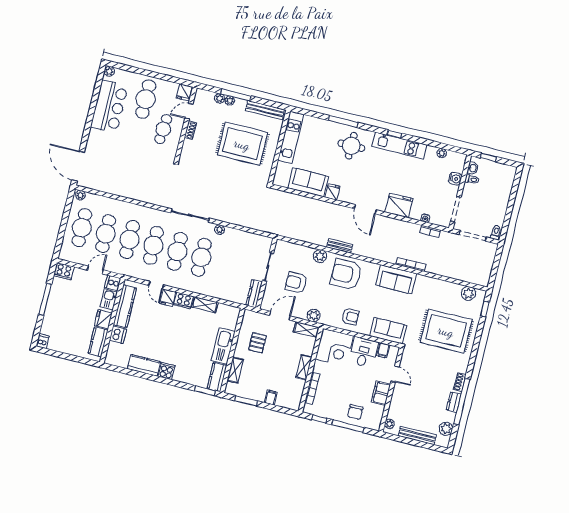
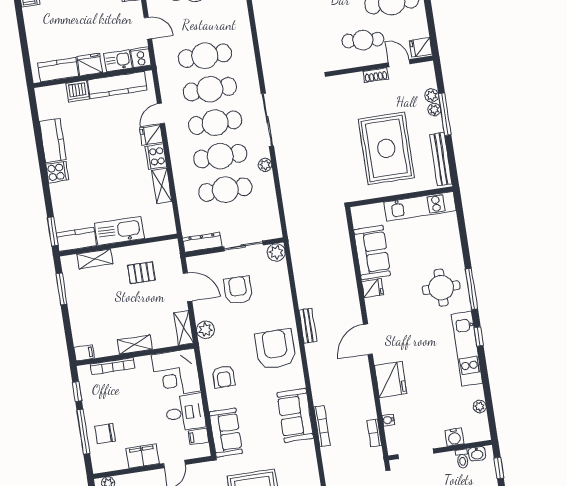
window: (343, 121) -> (471, 289), moved
cafe table: (106, 234) -> (225, 190), moved
plant: (320, 256) -> (276, 252), moved
filing cabinet: (271, 398) -> (84, 353), moved

